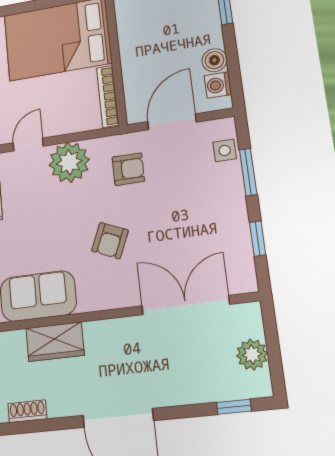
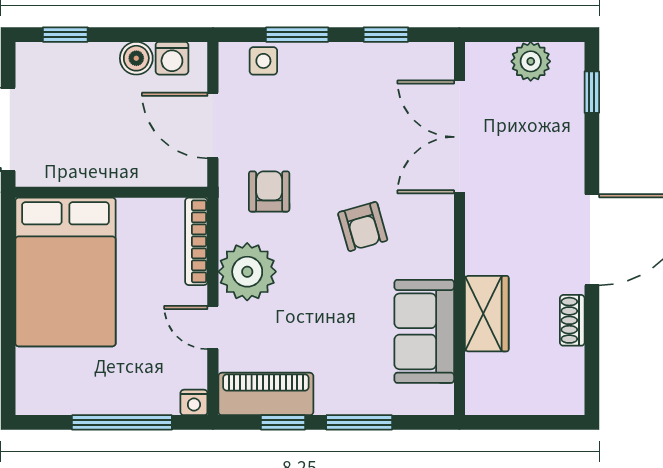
bookcase: (108, 96) -> (196, 241), moved, turned 90
armchair: (110, 241) -> (363, 227), turned 51
shoe rack: (27, 411) -> (572, 320), moved

